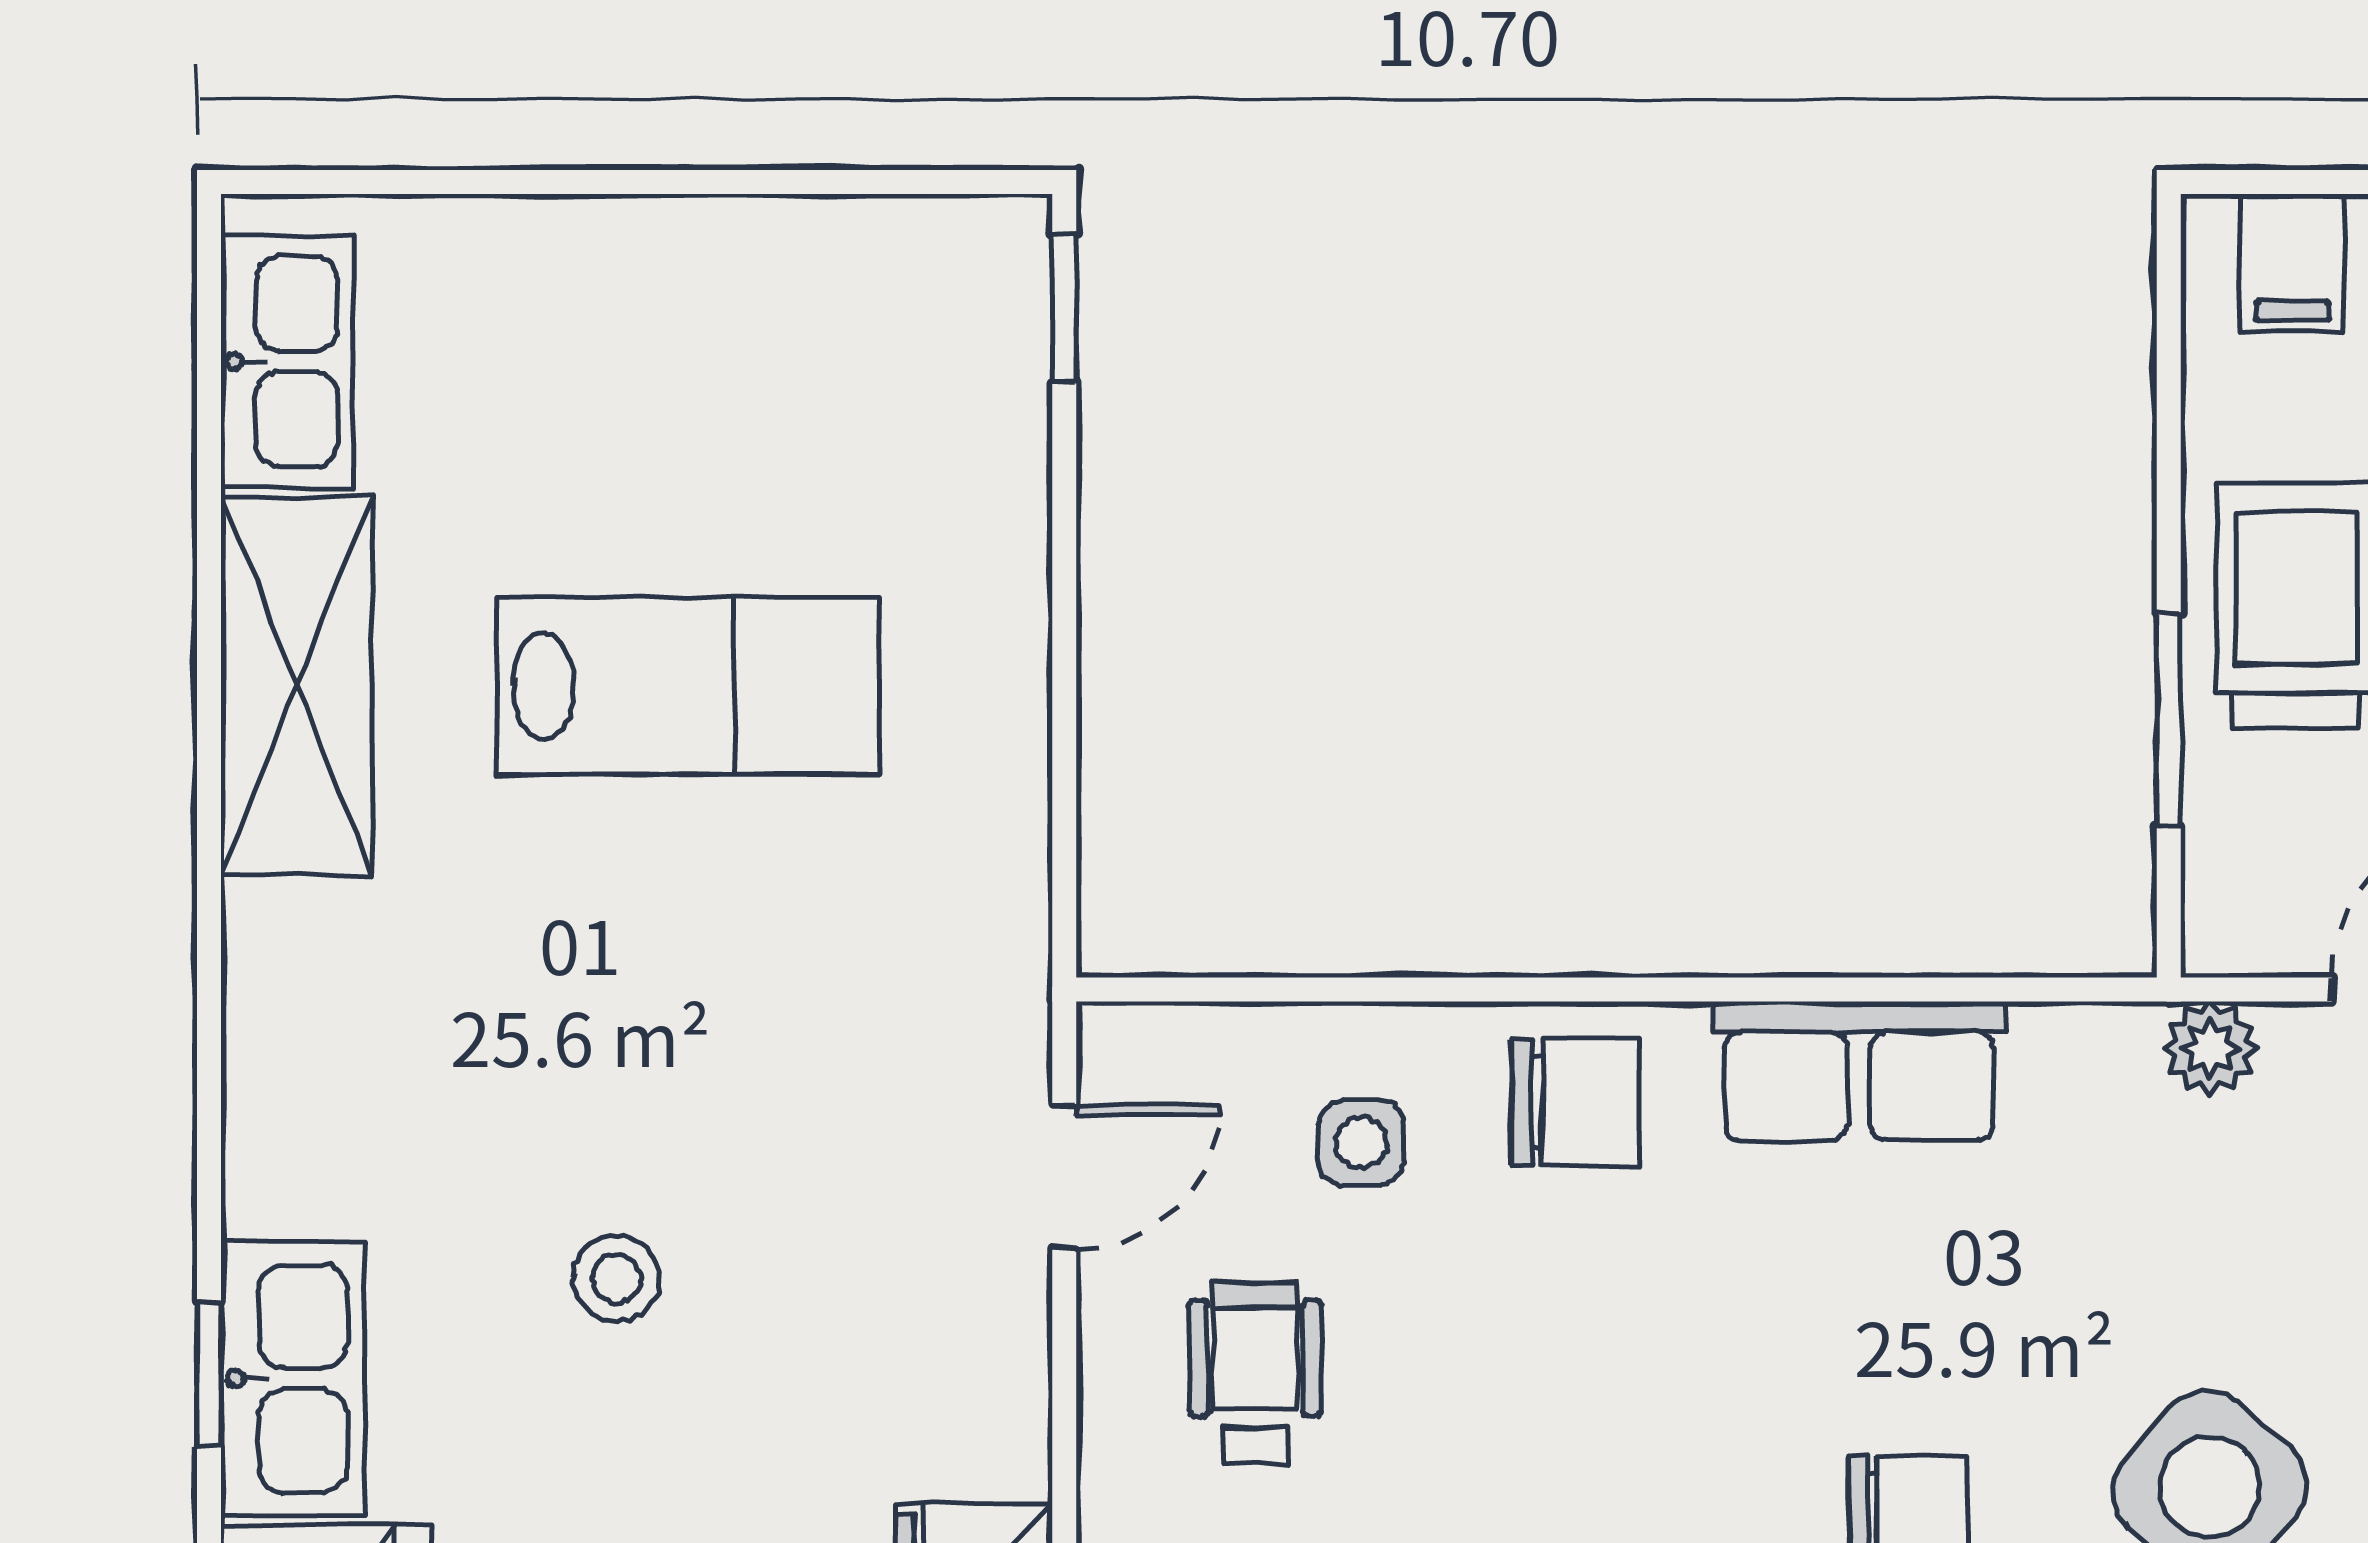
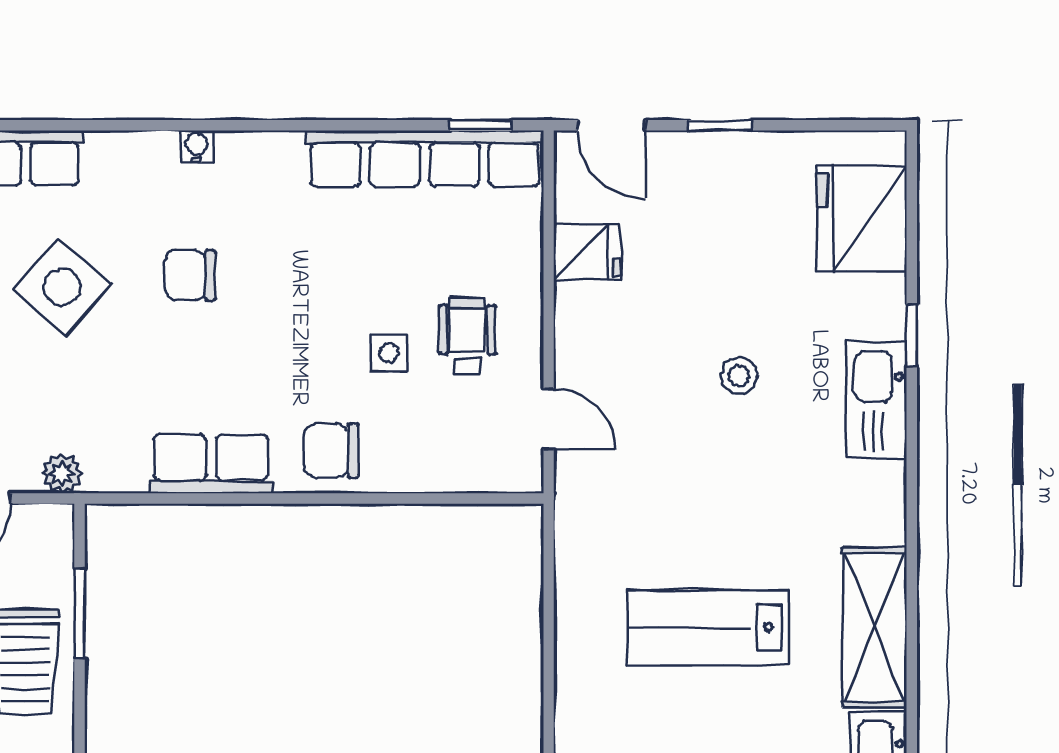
side table: (1361, 1143) -> (388, 353), moved
door: (1064, 1177) -> (549, 419), swing flipped
wheelchair: (1255, 1373) -> (467, 336), turned 180
kitchen sink: (293, 1379) -> (876, 400), moved

